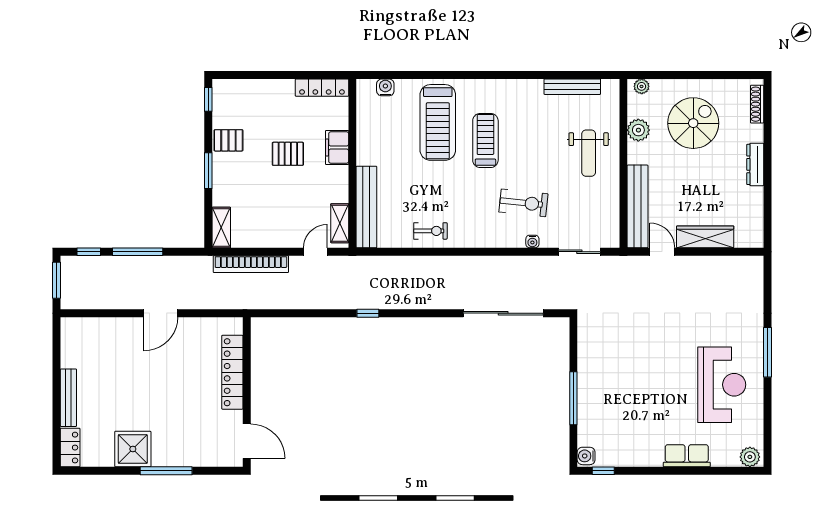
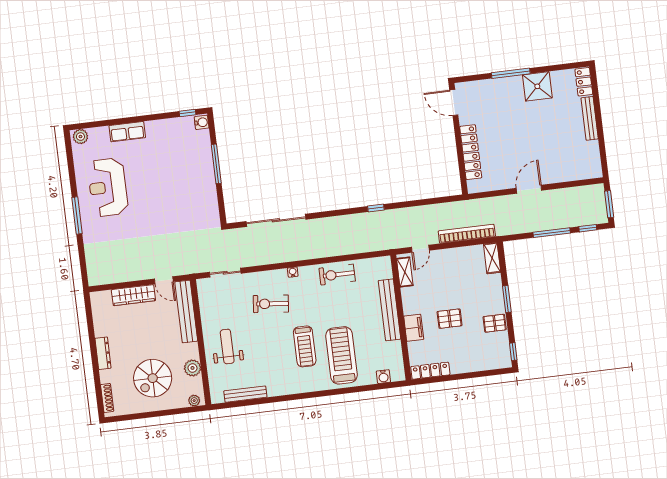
bench: (366, 207) -> (389, 310), moved
exercise bike: (430, 231) -> (337, 275), width x1.38, depth x1.39
water cooler: (532, 241) -> (293, 272), moved

